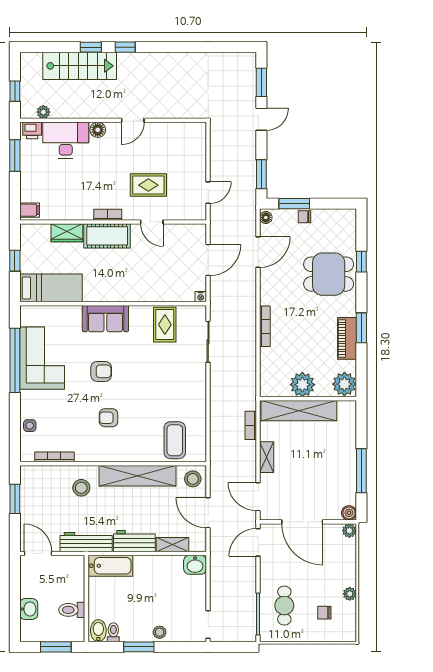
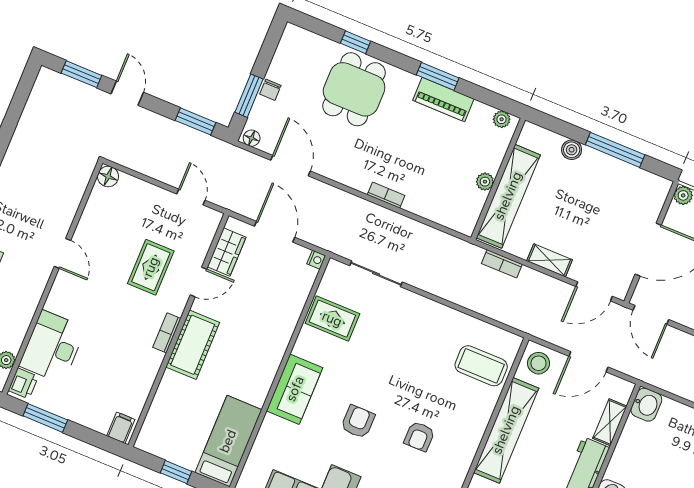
floor lamp: (98, 130) -> (108, 176), moved
wardrobe: (67, 233) -> (227, 252), moved
bookcase: (265, 326) -> (386, 195), width x0.64
plant: (344, 384) -> (502, 119), width x0.53, depth x0.53
plant: (302, 385) -> (485, 182), width x0.53, depth x0.53
boiler: (349, 513) -> (572, 150), moved

